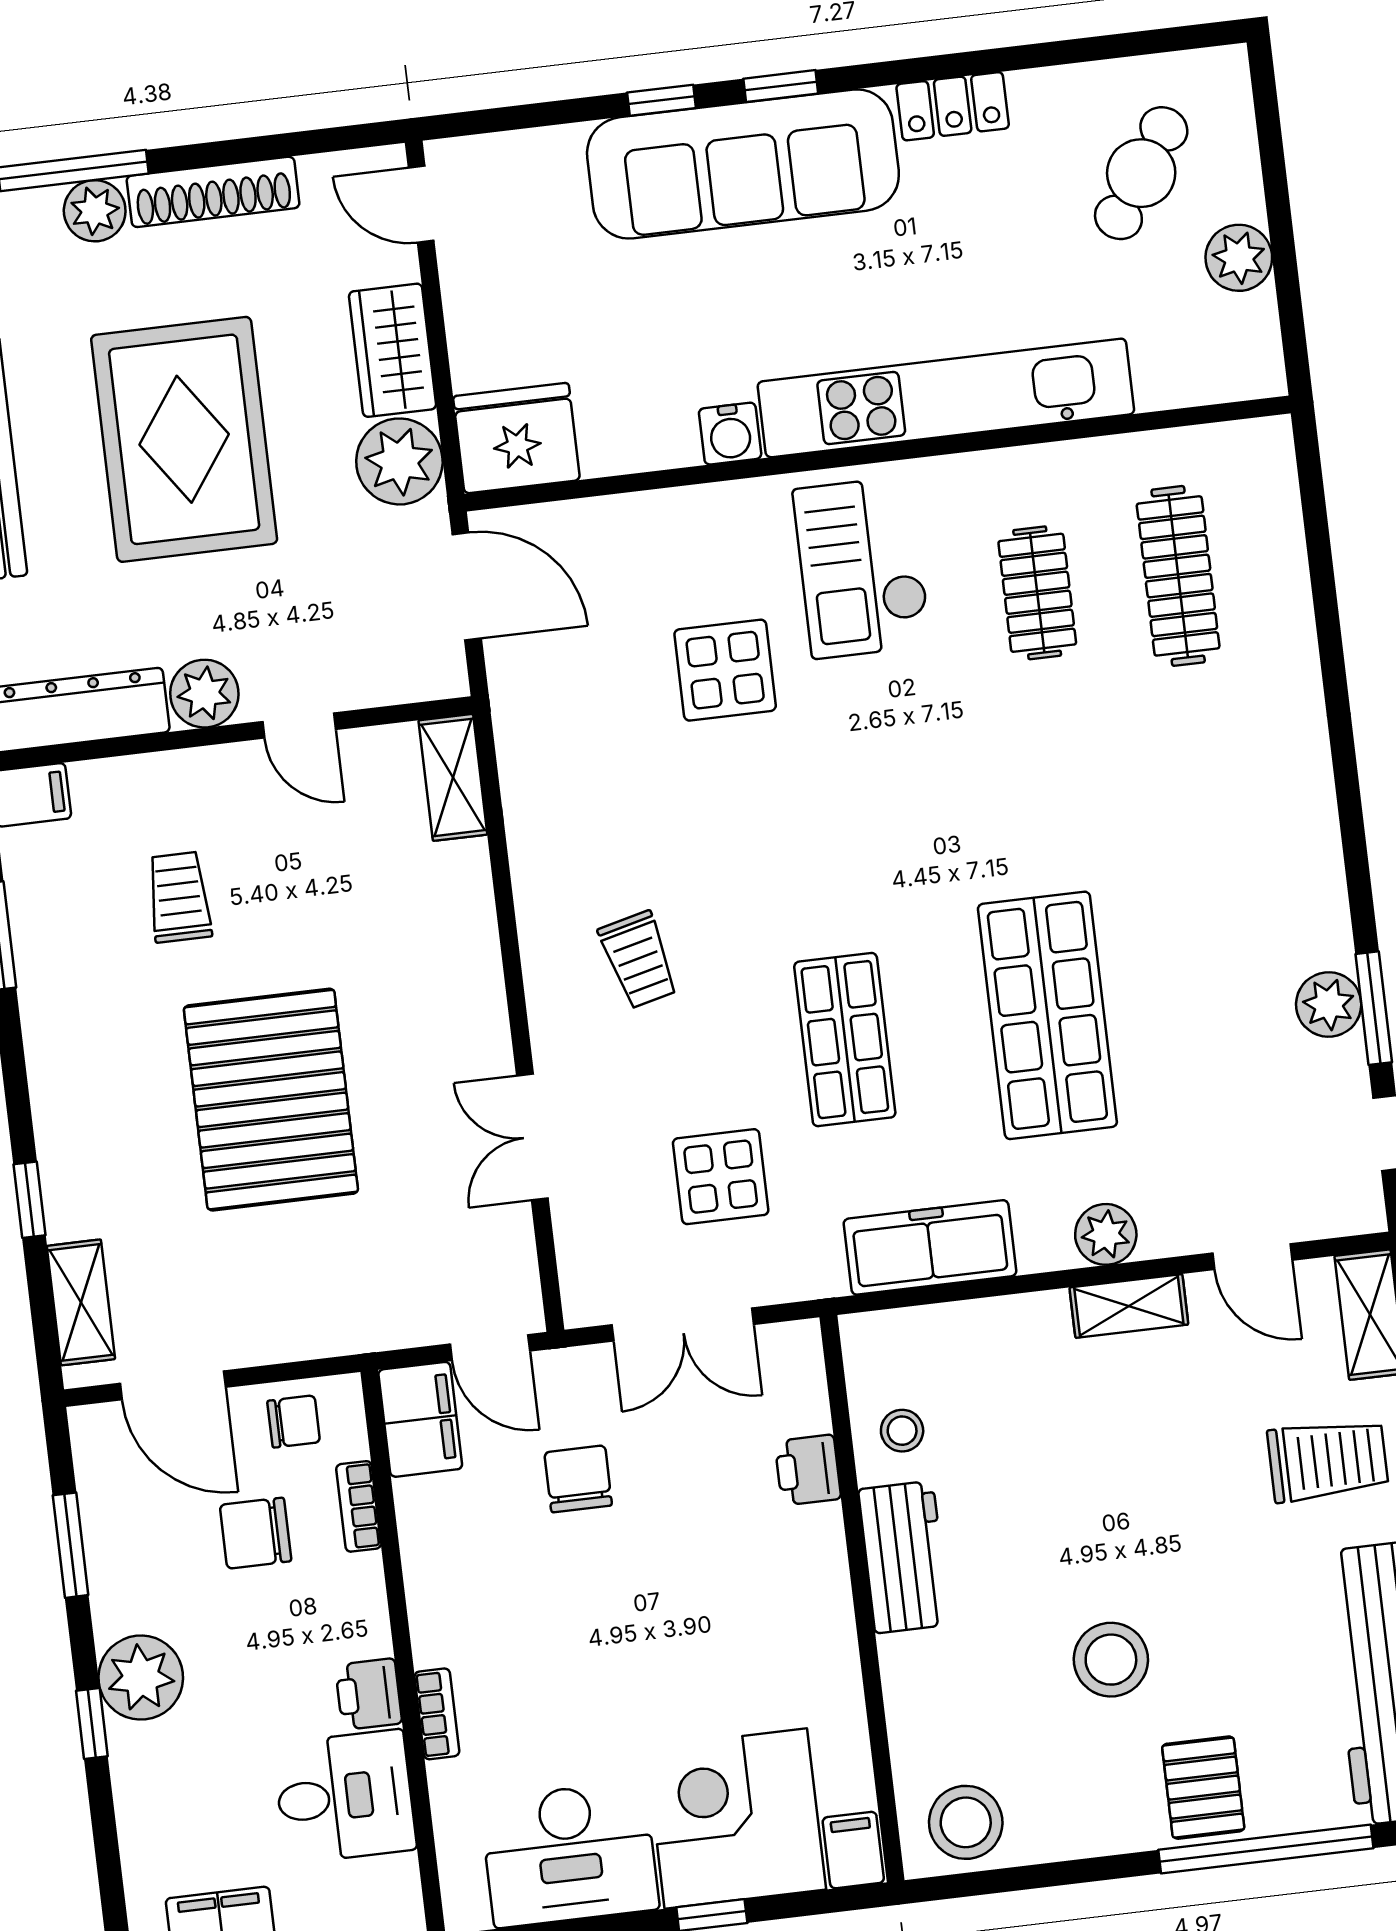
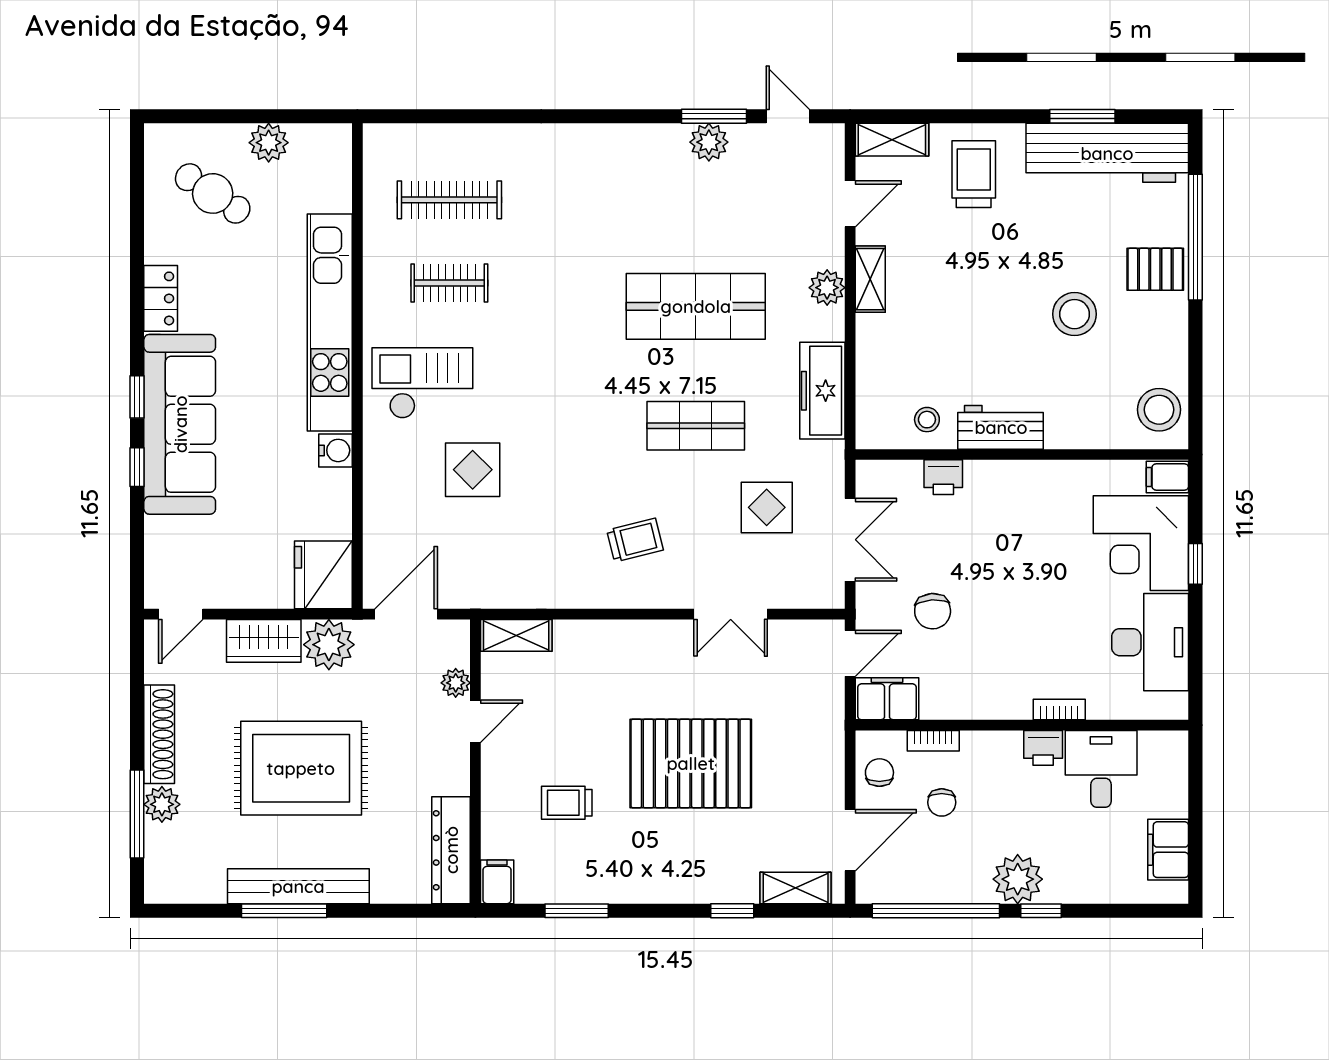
checkout: (862, 567) -> (422, 383), turned 180
plant: (204, 694) -> (456, 683), moved, width x0.73, depth x0.73
chair: (578, 1479) -> (933, 611), turned -94
chair: (256, 1533) -> (942, 802), width x0.73, depth x0.73
window: (71, 1545) -> (936, 911), width x2.11

